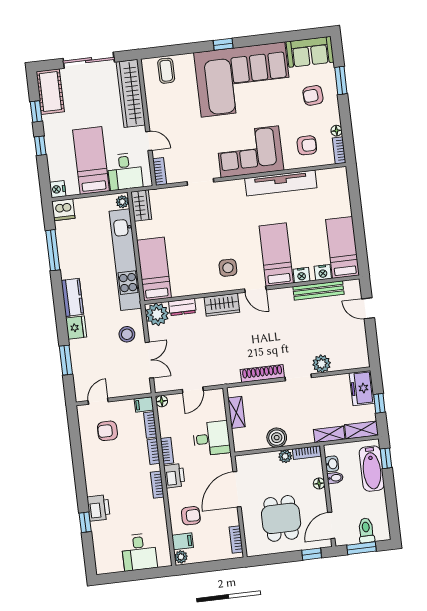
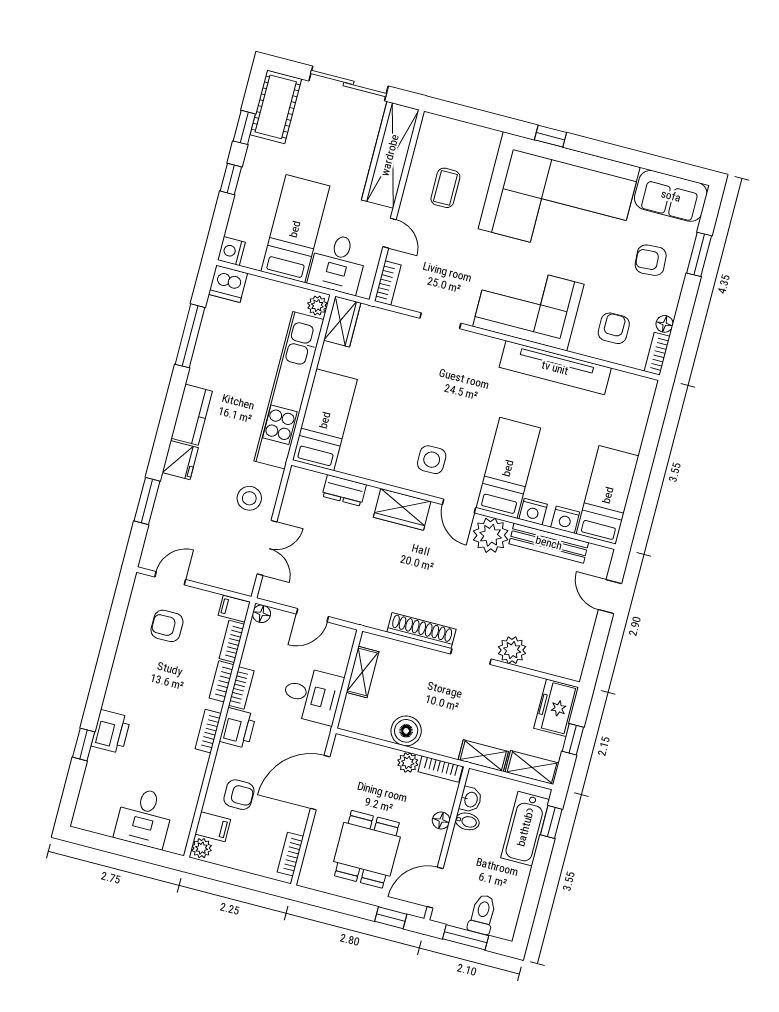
coffee table: (166, 71) -> (445, 188), moved
armchair: (307, 145) -> (614, 328), turned -90
plant: (157, 314) -> (491, 535), moved

